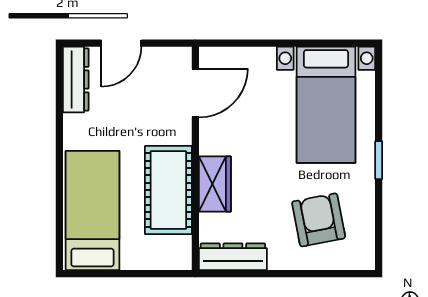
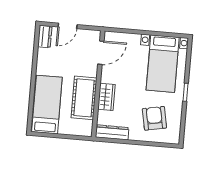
dresser: (76, 80) -> (45, 37), width x0.70

